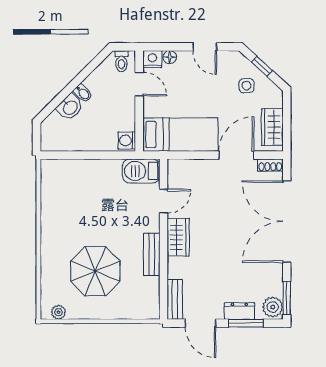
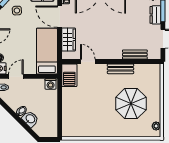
wardrobe: (178, 237) -> (69, 39), moved, turned 90
bench: (175, 299) -> (135, 55), moved

